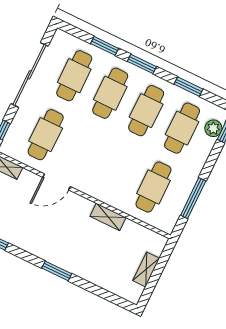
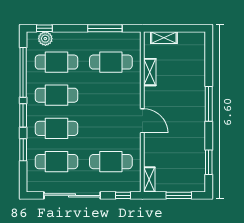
window: (188, 87) -> (23, 72), width x2.11
door: (57, 182) -> (142, 121), moved
shelving: (108, 217) -> (150, 72), moved
shelving: (146, 269) -> (164, 38), moved
window: (57, 271) -> (209, 104), width x1.44

